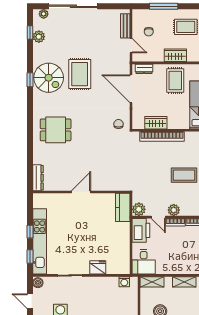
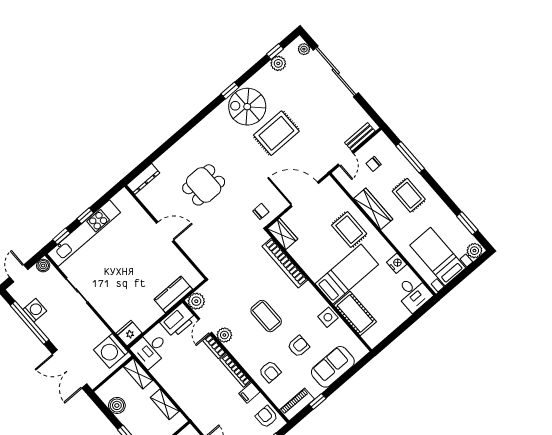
wardrobe: (175, 55) -> (373, 209), width x1.50
dresser: (144, 69) -> (334, 190), removed
spiral stairs: (49, 78) -> (247, 107), turned 90
rug: (175, 80) -> (349, 230), turned 90
door: (131, 89) -> (305, 194), hinge flipped
wardrobe: (156, 123) -> (282, 234), moved
dining table: (56, 130) -> (204, 185), moved, turned 90
kitchen counter: (123, 207) -> (173, 294), moved
fridge: (98, 267) -> (129, 333), moved, turned -90
washing machine: (124, 282) -> (111, 351), width x1.89, depth x1.89

